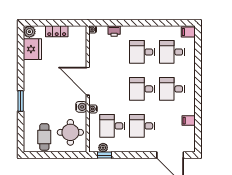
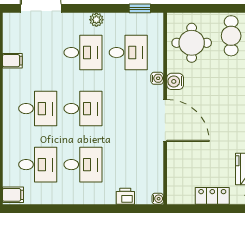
plant: (103, 148) -> (96, 20), moved

